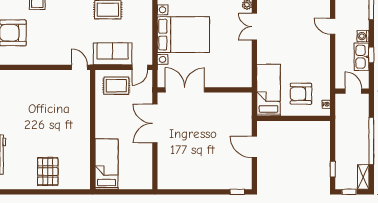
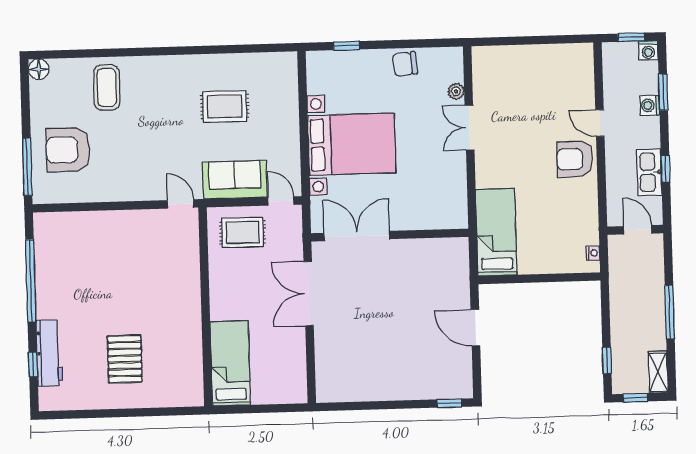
washing machine: (363, 36) -> (650, 105), moved
door: (140, 67) -> (281, 201), swing flipped
armchair: (301, 94) -> (575, 159), moved
window: (371, 141) -> (670, 312), width x0.68
pallet: (48, 171) -> (125, 359), moved

